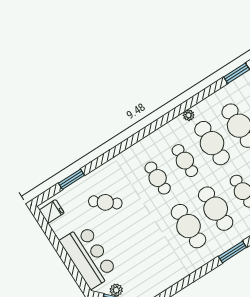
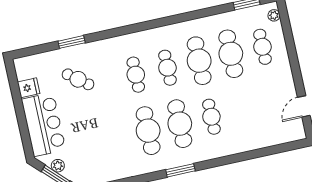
plant: (189, 115) -> (187, 26), removed
window: (71, 179) -> (72, 42), moved
fridge: (52, 211) -> (29, 88), moved

